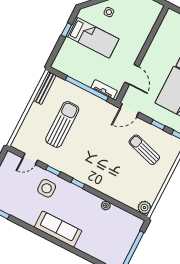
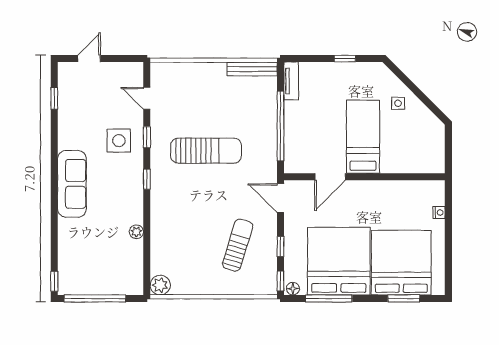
bed: (92, 37) -> (363, 137), moved, turned 180
tv unit: (104, 89) -> (291, 81), moved
sun lounger: (62, 124) -> (206, 151), moved

